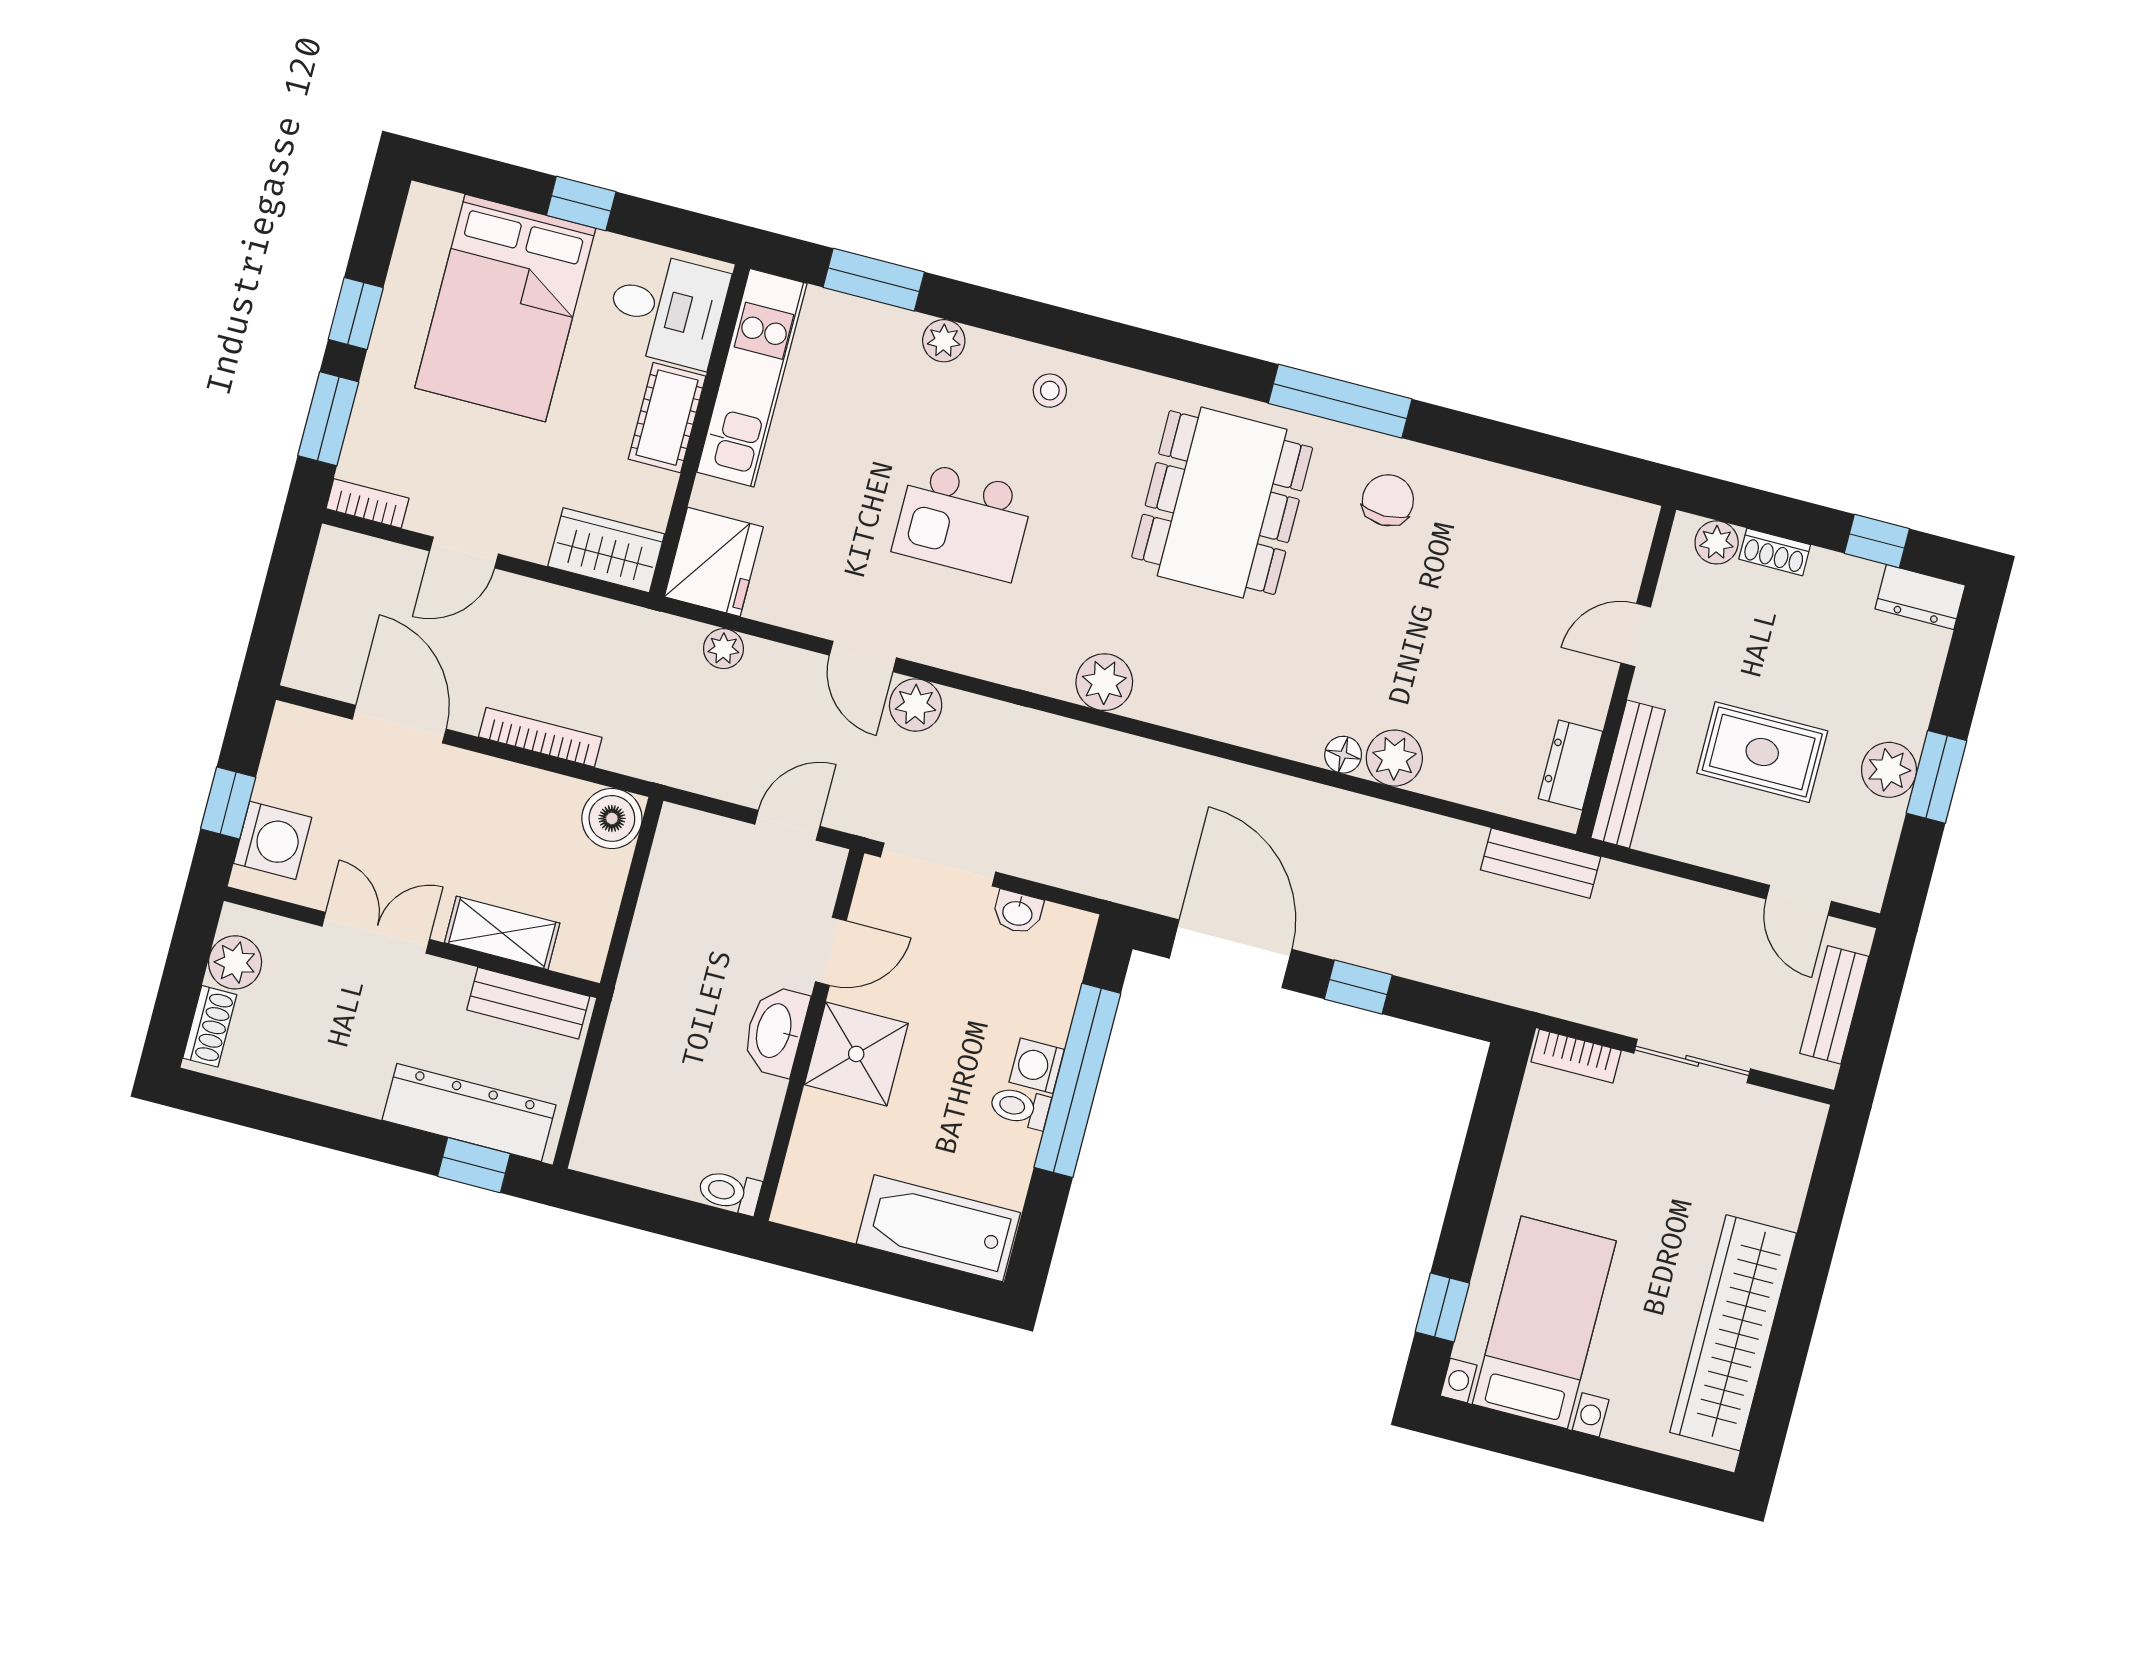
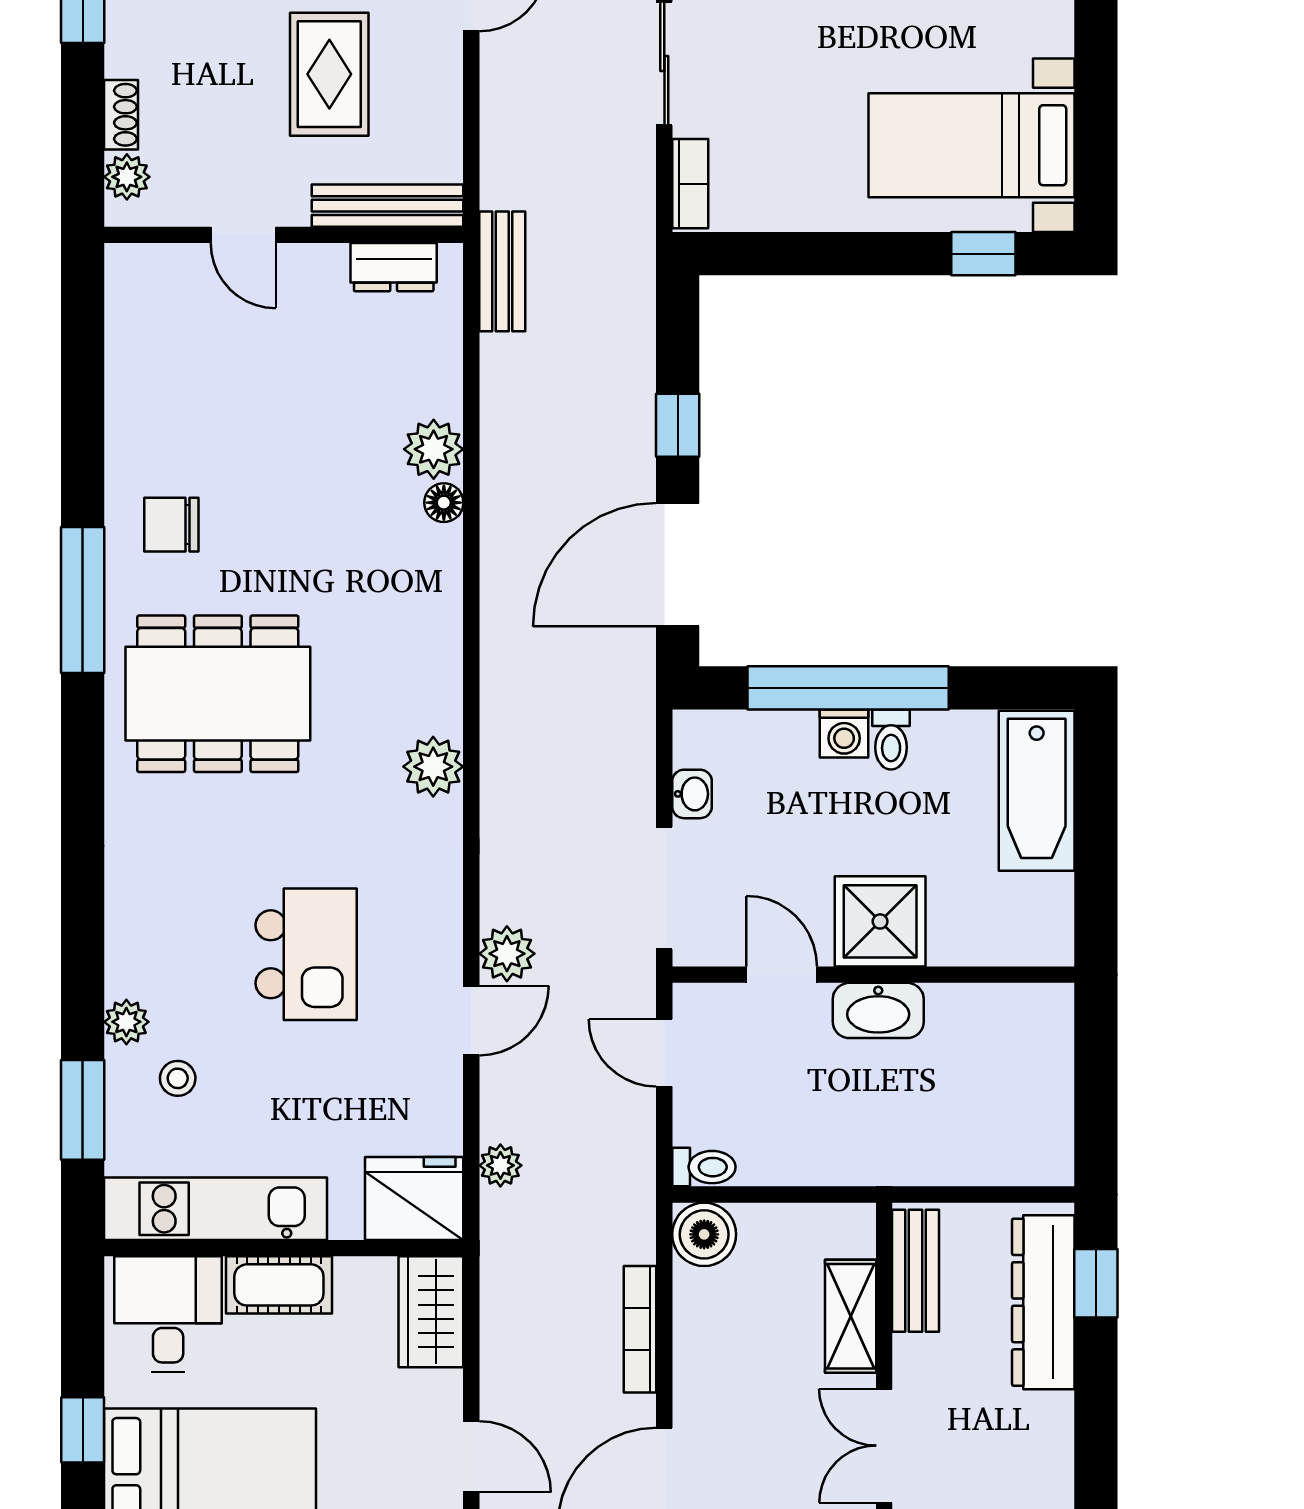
stool: (1050, 391) -> (178, 1078), moved
toilet: (730, 1192) -> (704, 1167), moved, turned -90

